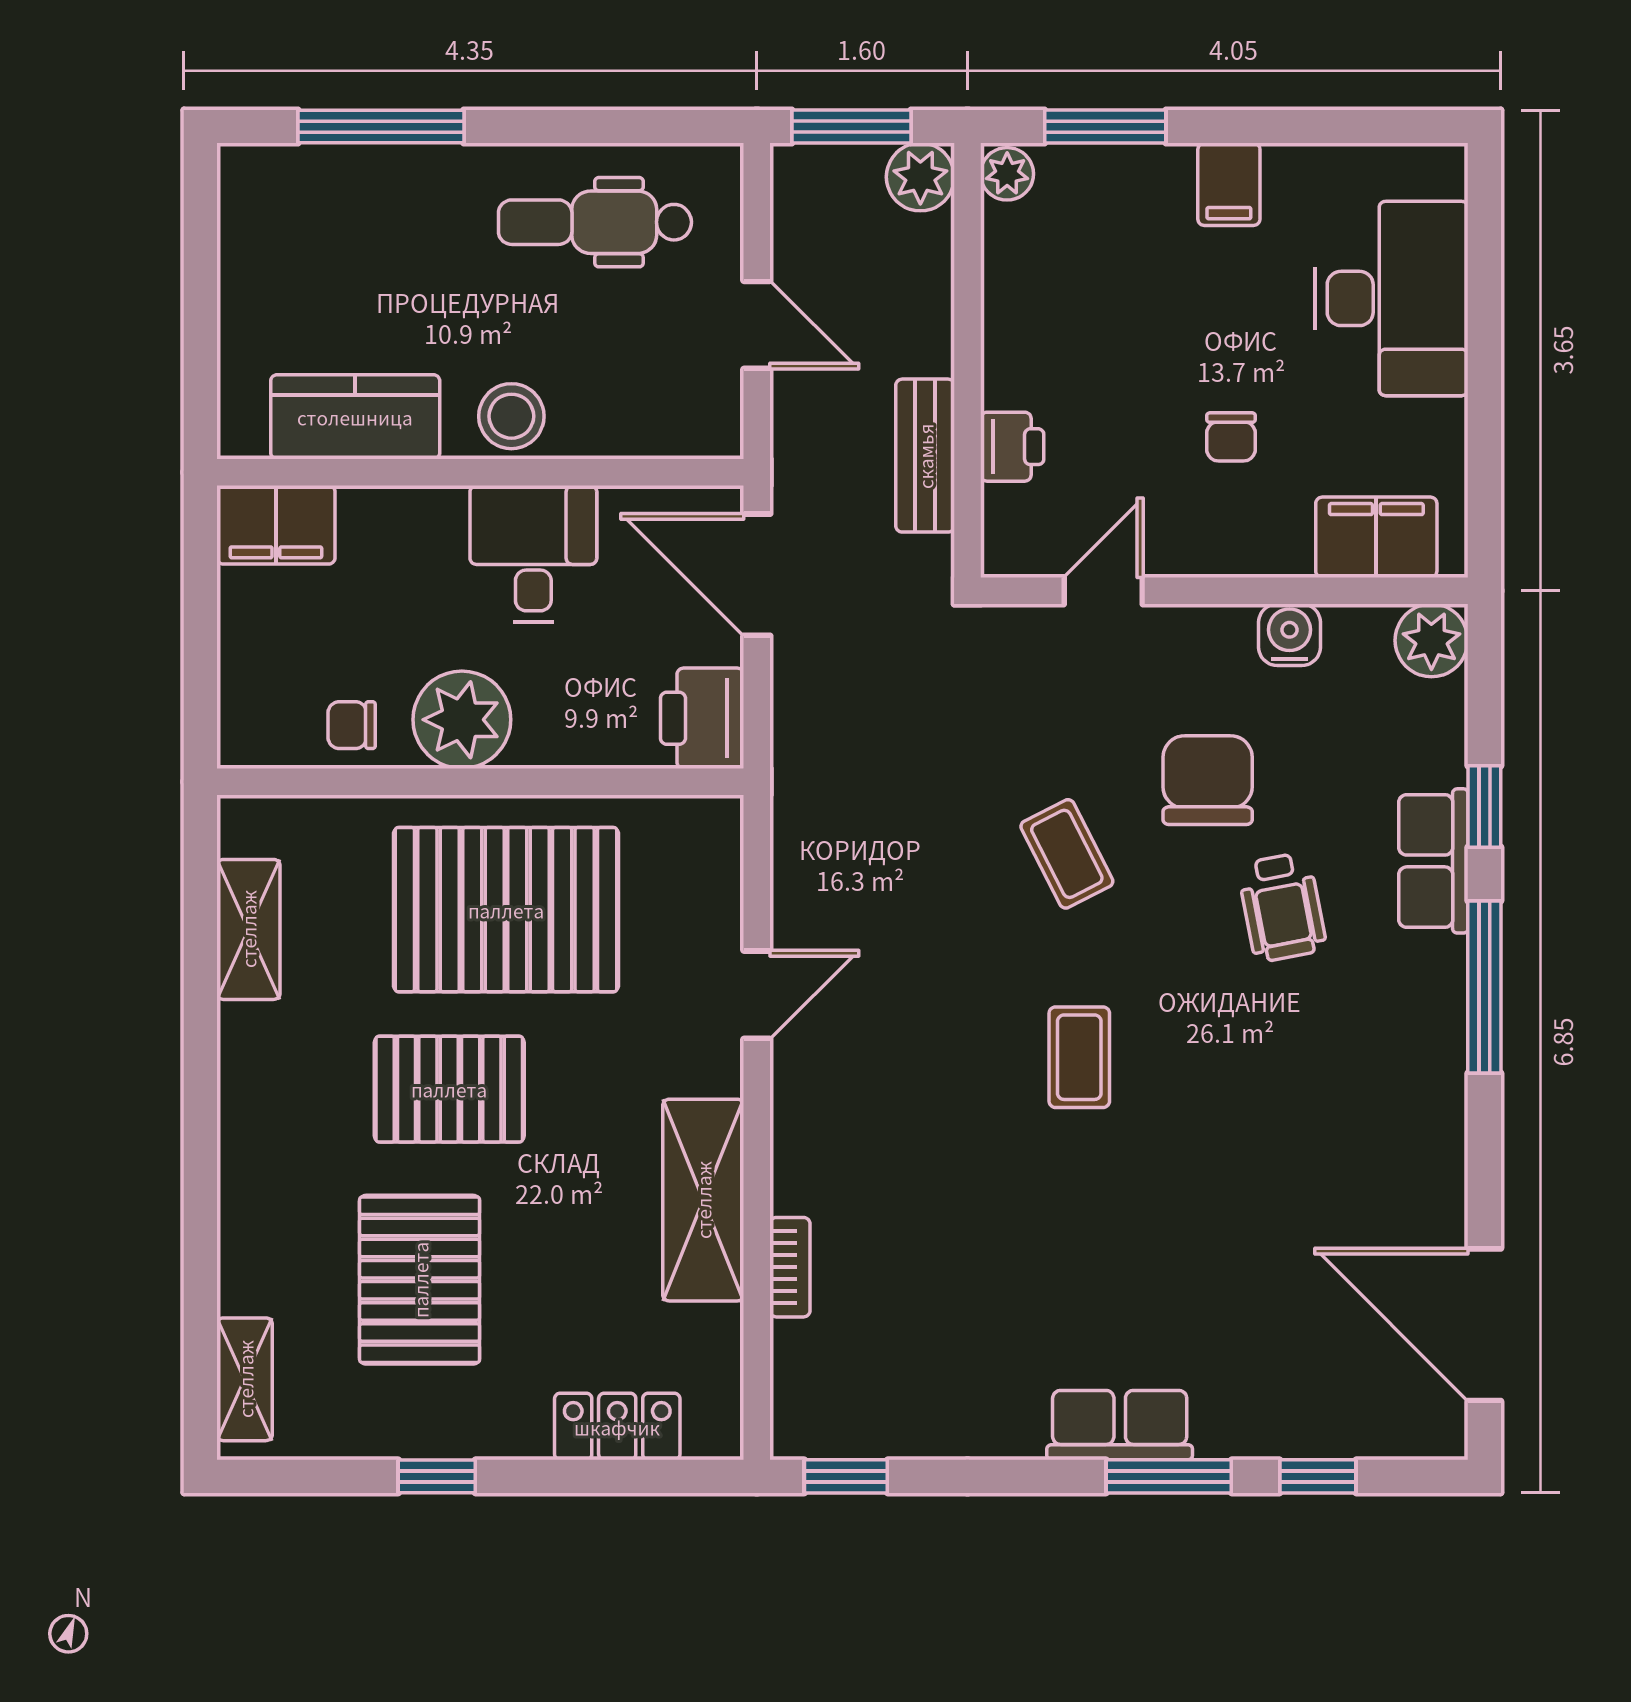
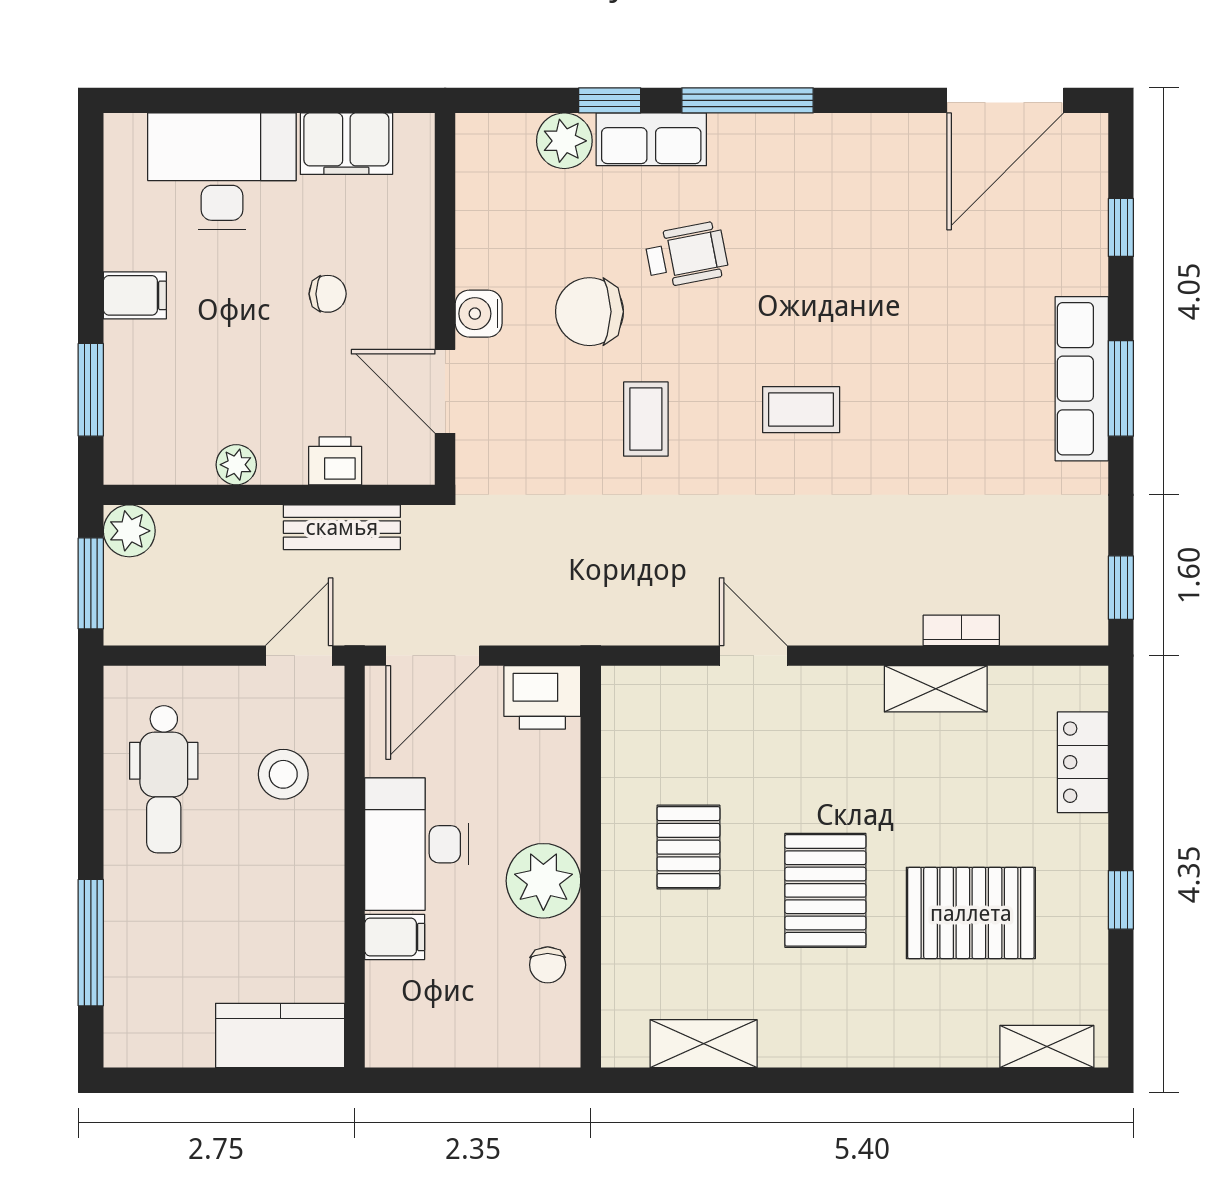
plant: (1007, 174) -> (236, 465), moved
door: (757, 325) -> (299, 656), moved
stool: (511, 416) -> (283, 774), moved
kitchen counter: (355, 417) -> (280, 1035), moved, turned 90
filing cabinet: (276, 525) -> (395, 937), moved, width x0.50
filing cabinet: (1376, 537) -> (346, 144), moved, turned -90
desk: (533, 554) -> (417, 844), width x1.37
door: (1103, 591) -> (445, 391), width x1.38
water cooler: (1290, 635) -> (479, 314), moved
plant: (1431, 640) -> (564, 141), moved
coffee table: (1067, 854) -> (646, 419), turned -63
pallet: (506, 910) -> (688, 847), width x0.49, depth x0.50
shelving: (703, 1200) -> (936, 689), width x0.67, depth x0.75
row of seats: (1120, 1425) -> (1082, 379), width x1.48
window: (1169, 1476) -> (1121, 388), moved

